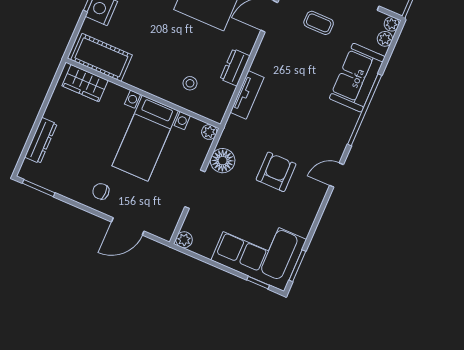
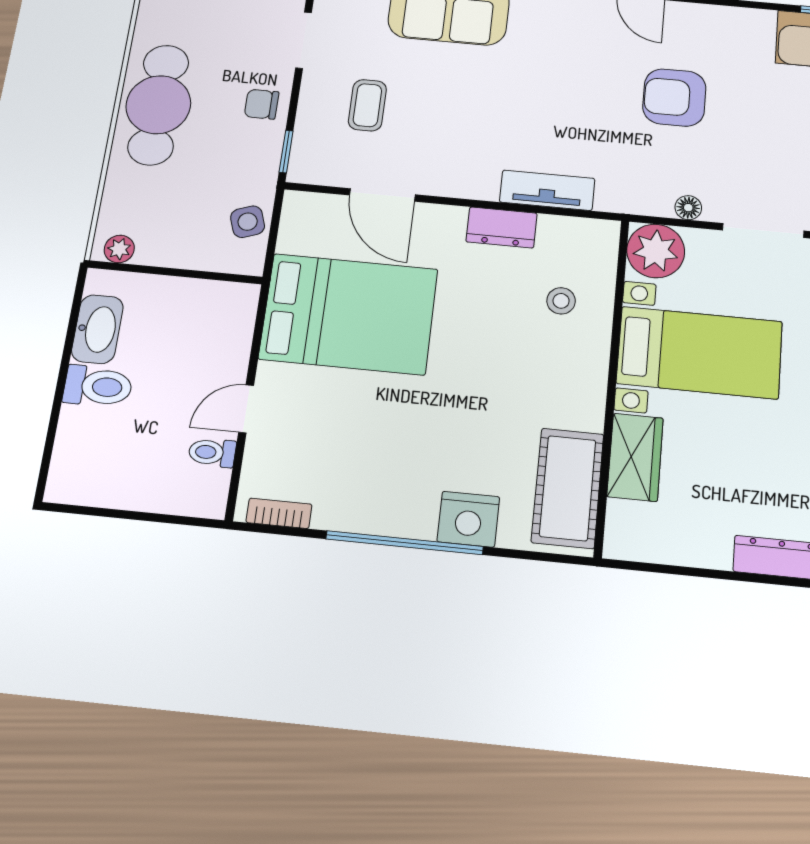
wardrobe: (85, 83) -> (635, 457), moved
plant: (209, 132) -> (656, 251), width x1.88, depth x1.88
floor lamp: (223, 161) -> (688, 208), width x0.53, depth x0.53

